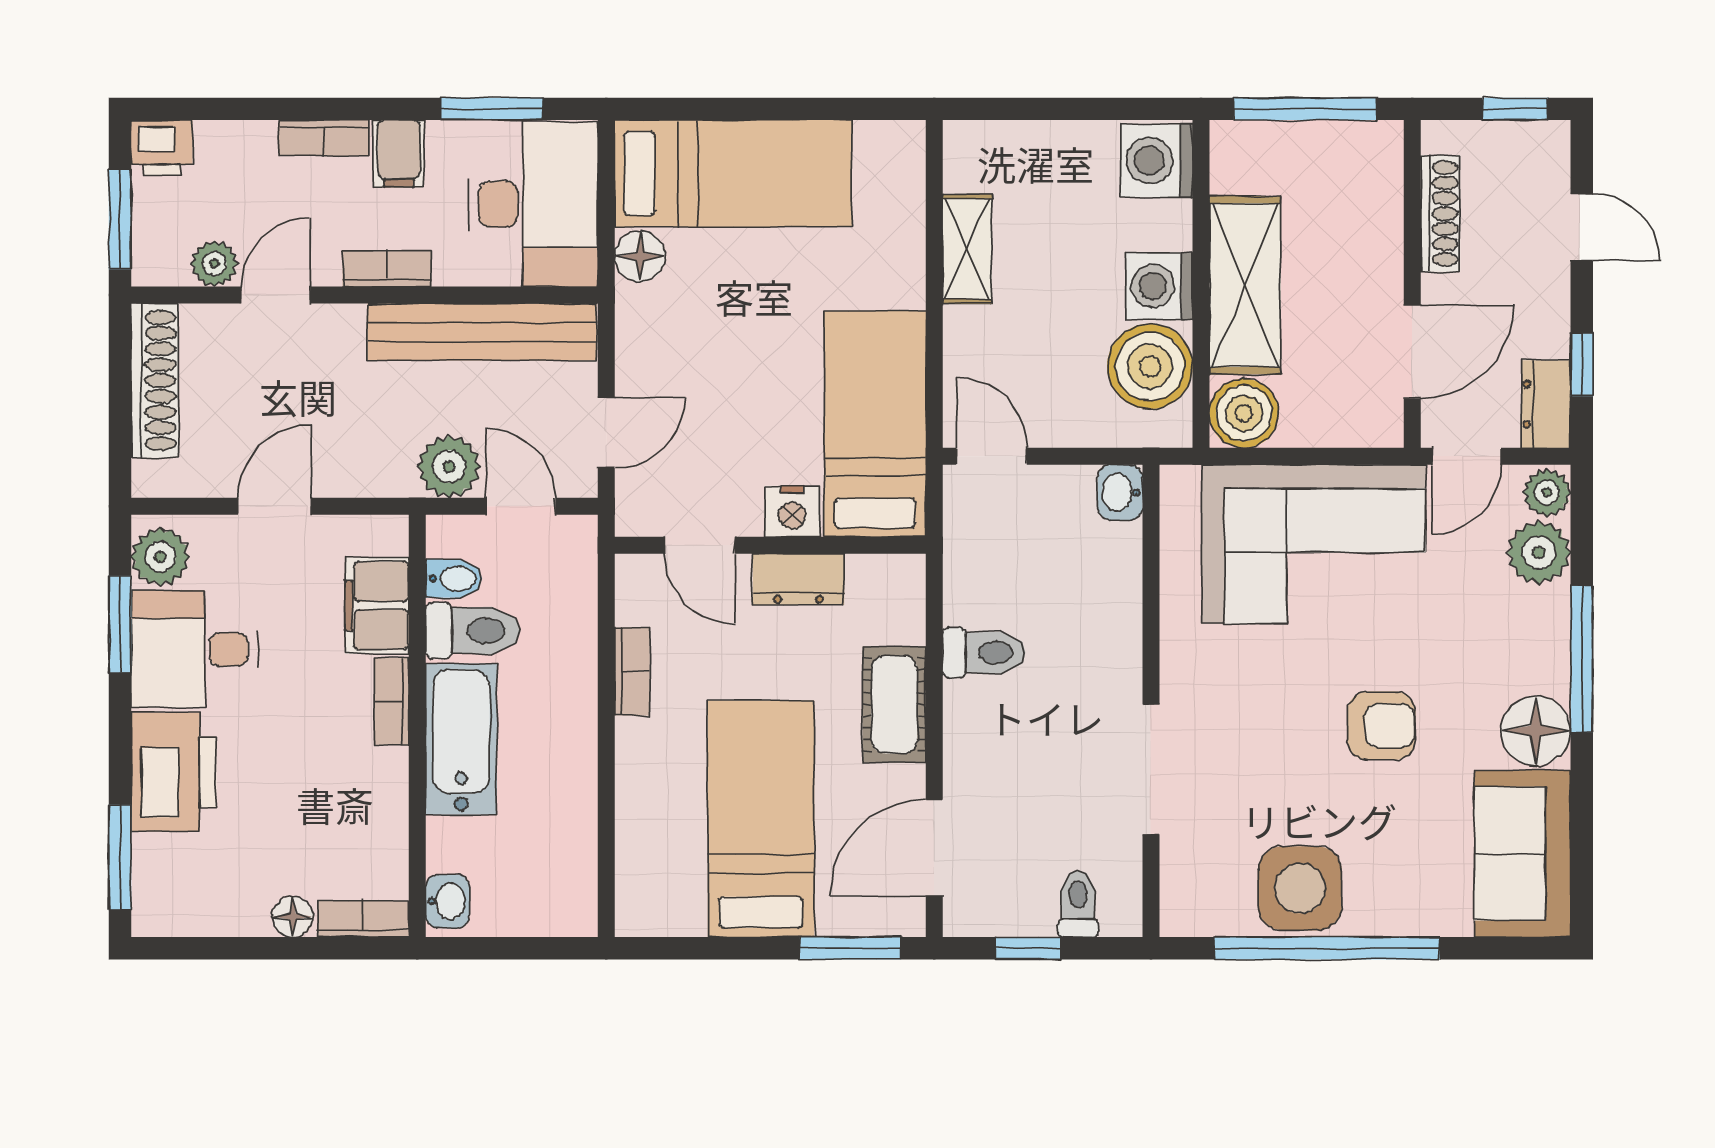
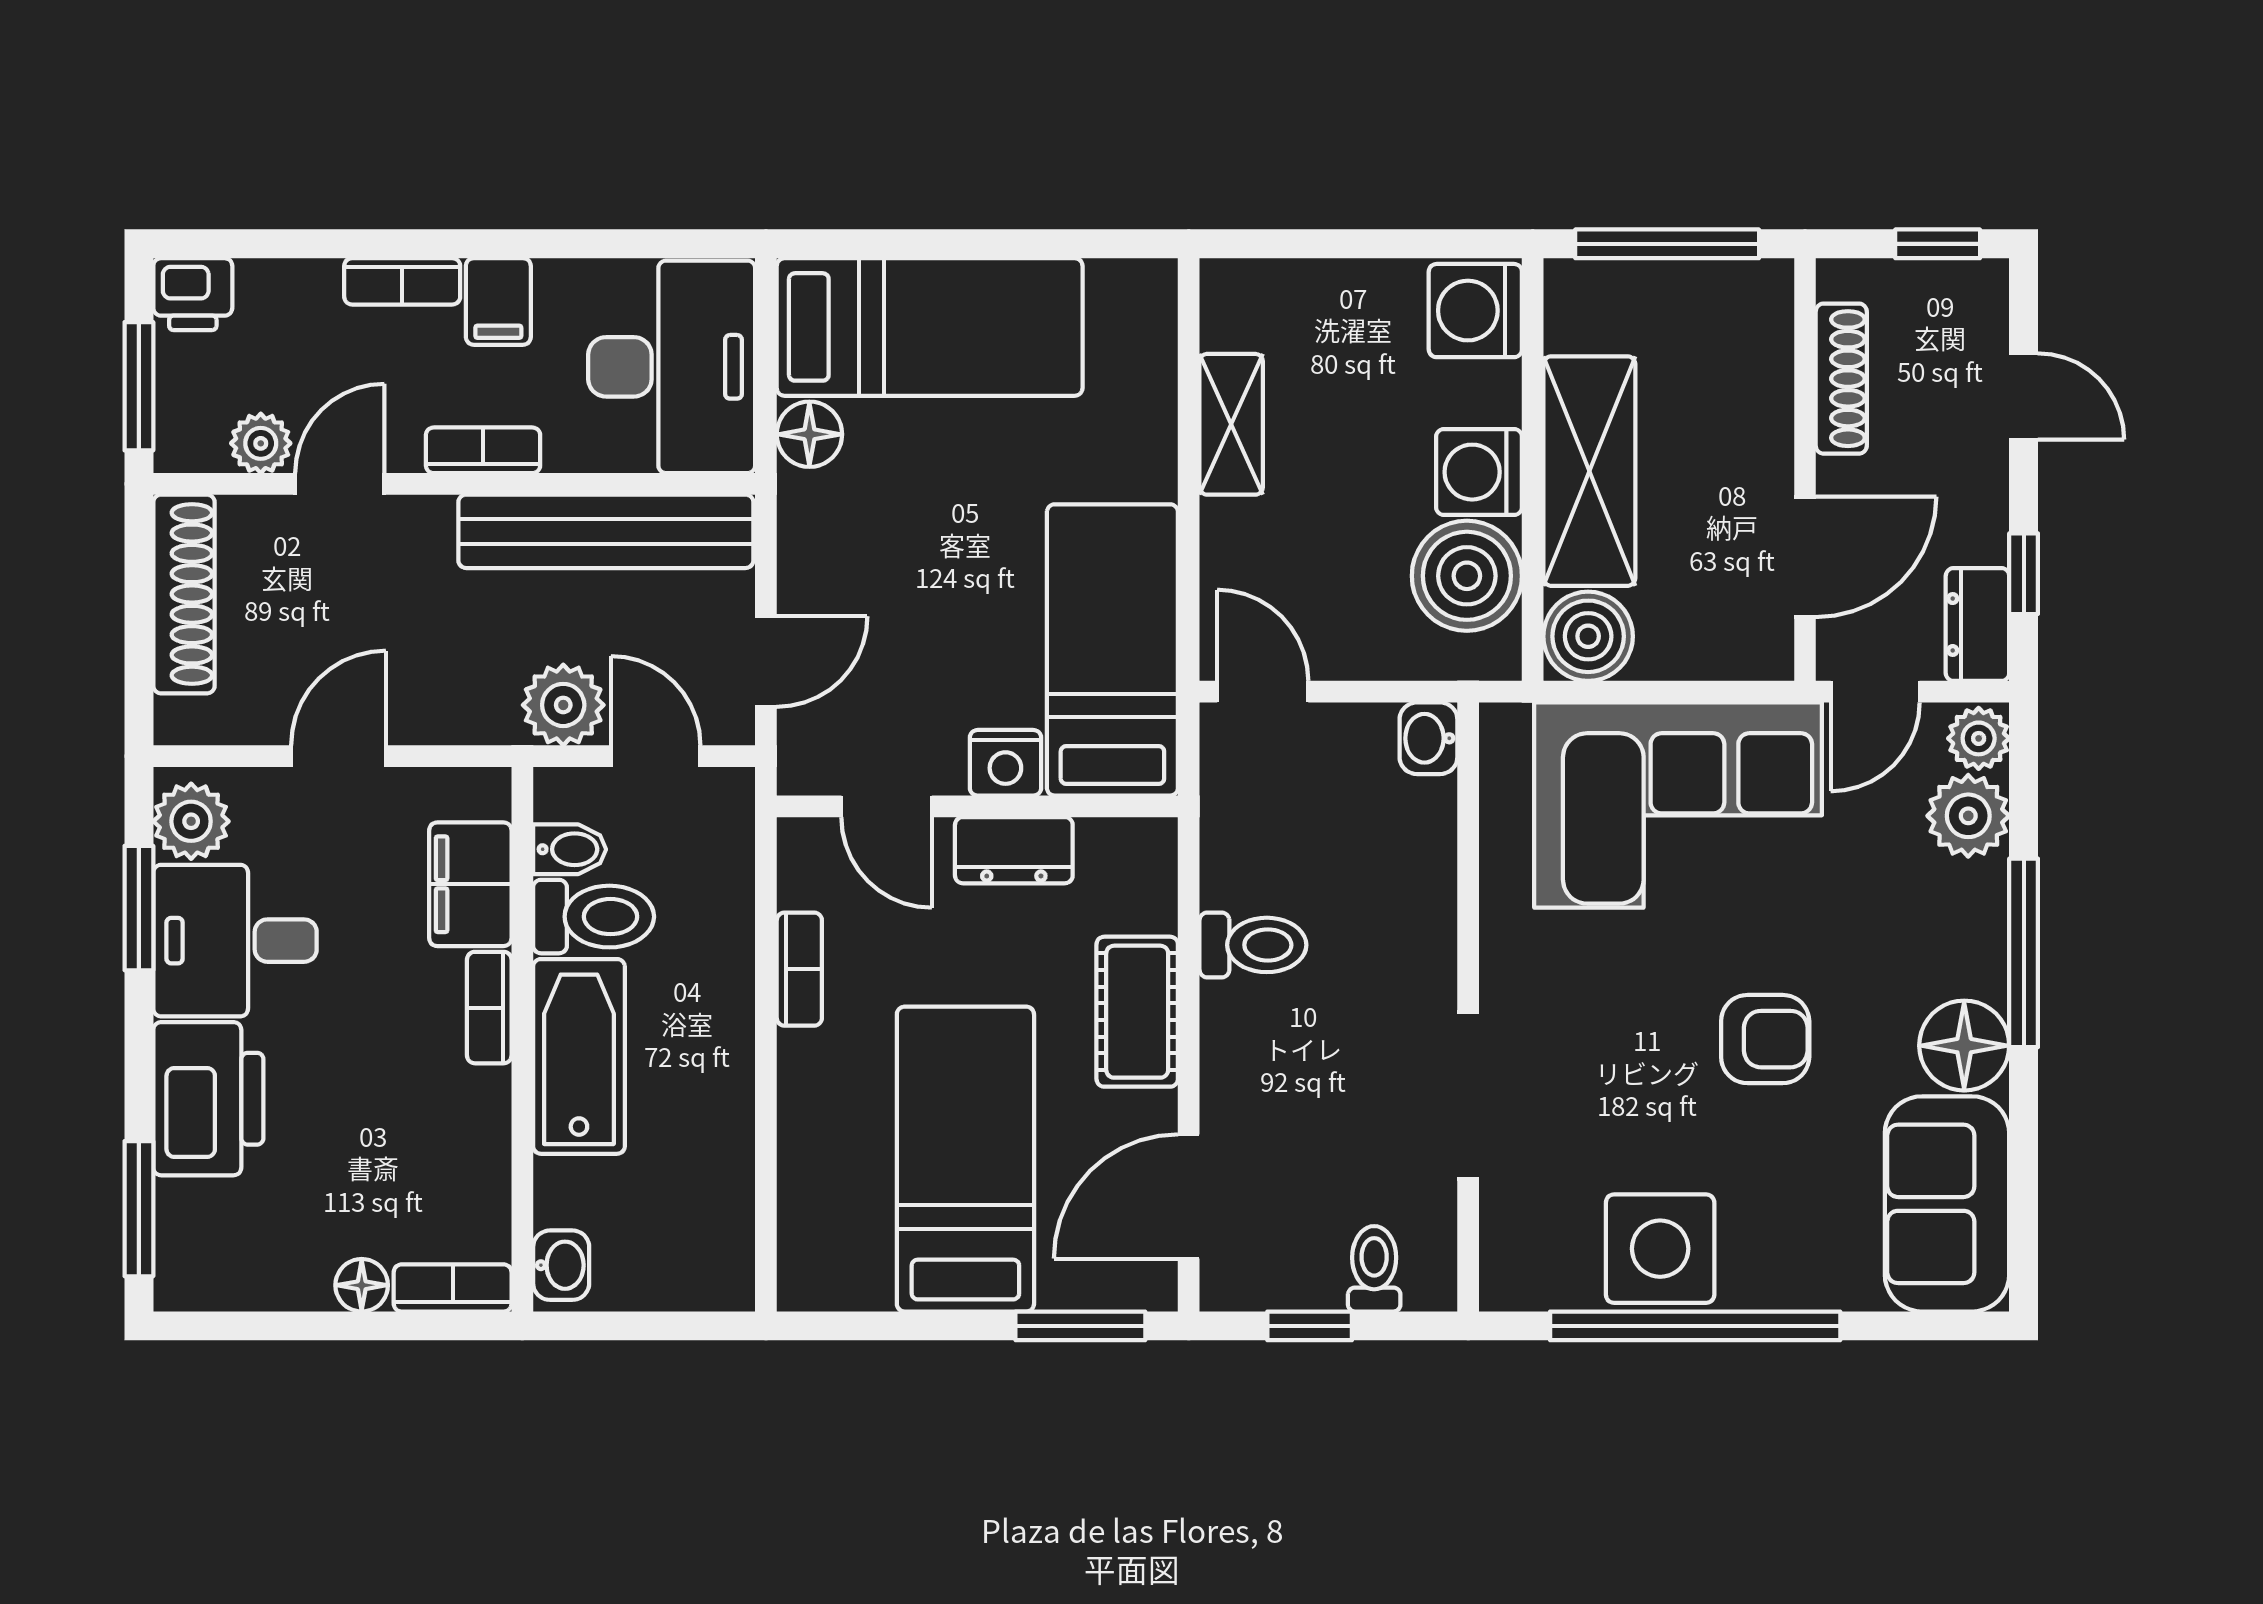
window: (491, 109) -> (618, 244), removed

